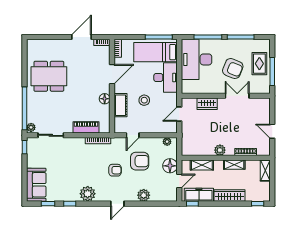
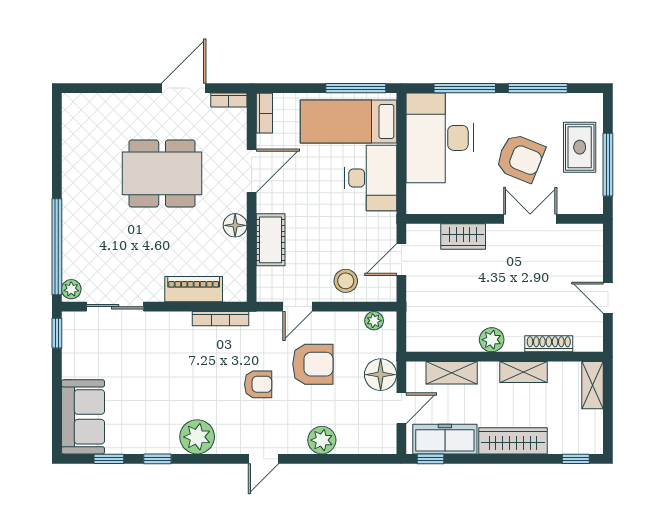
dining table: (49, 76) -> (162, 173), moved
stool: (144, 100) -> (346, 281), moved

